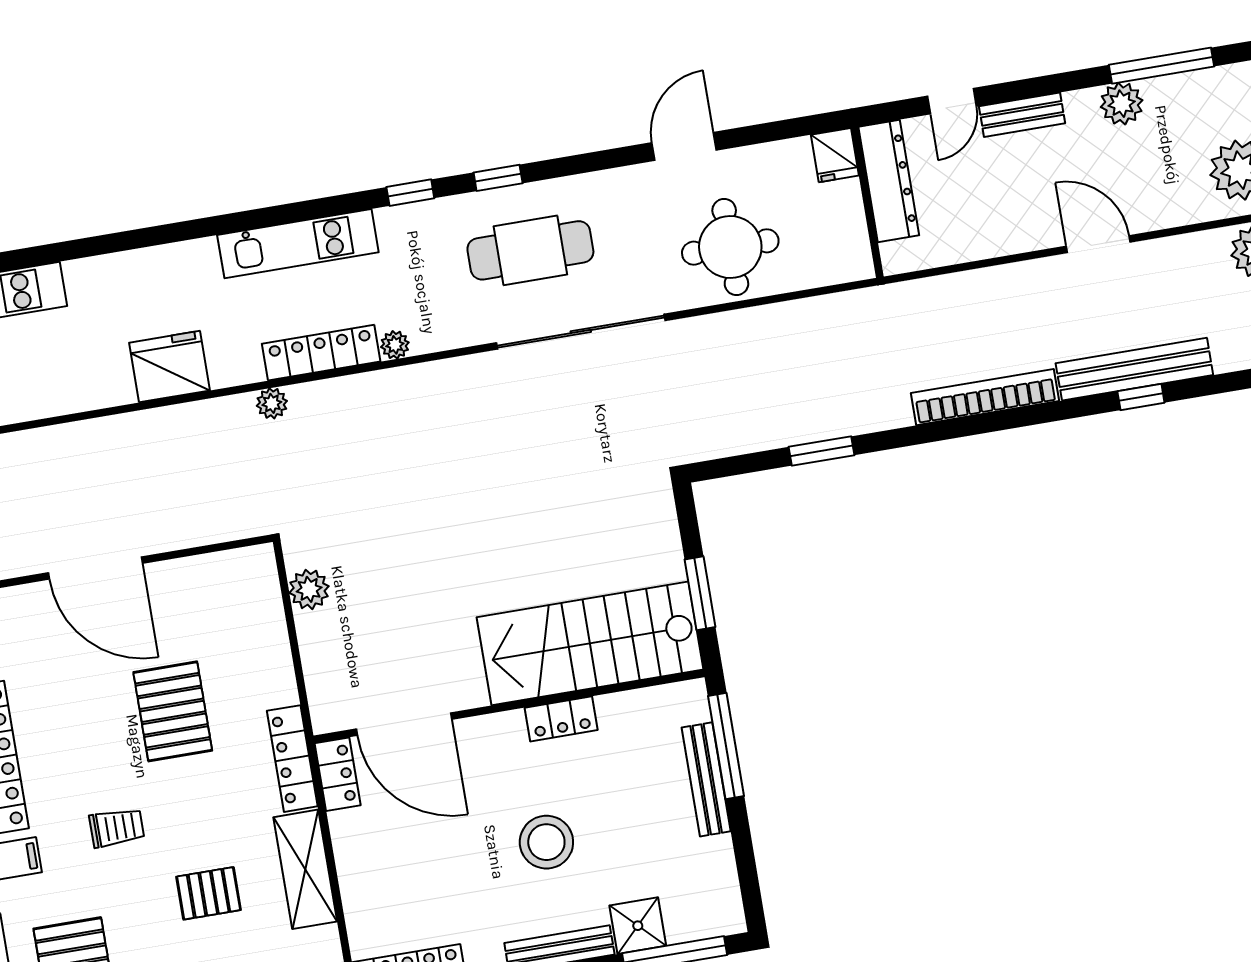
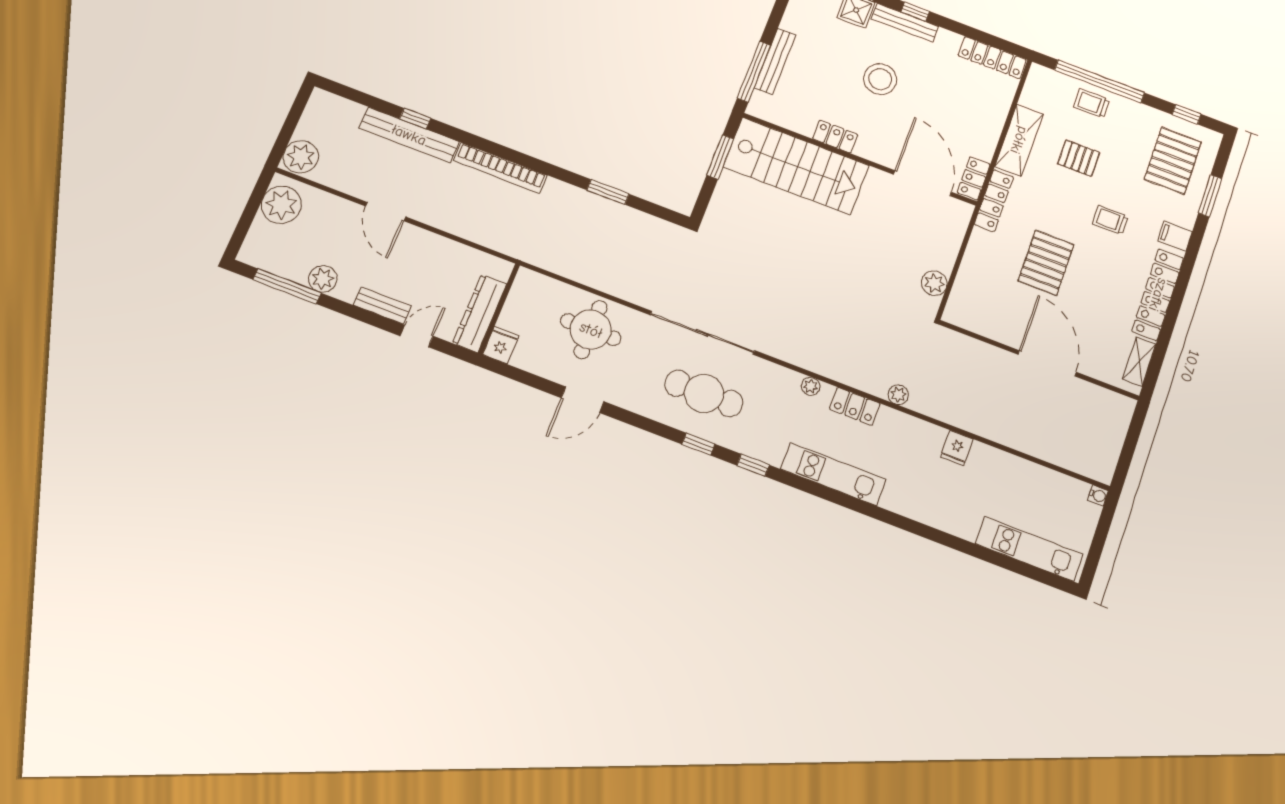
locker: (321, 353) -> (855, 406), width x0.66
fridge: (170, 367) -> (957, 448), width x0.53, depth x0.75

